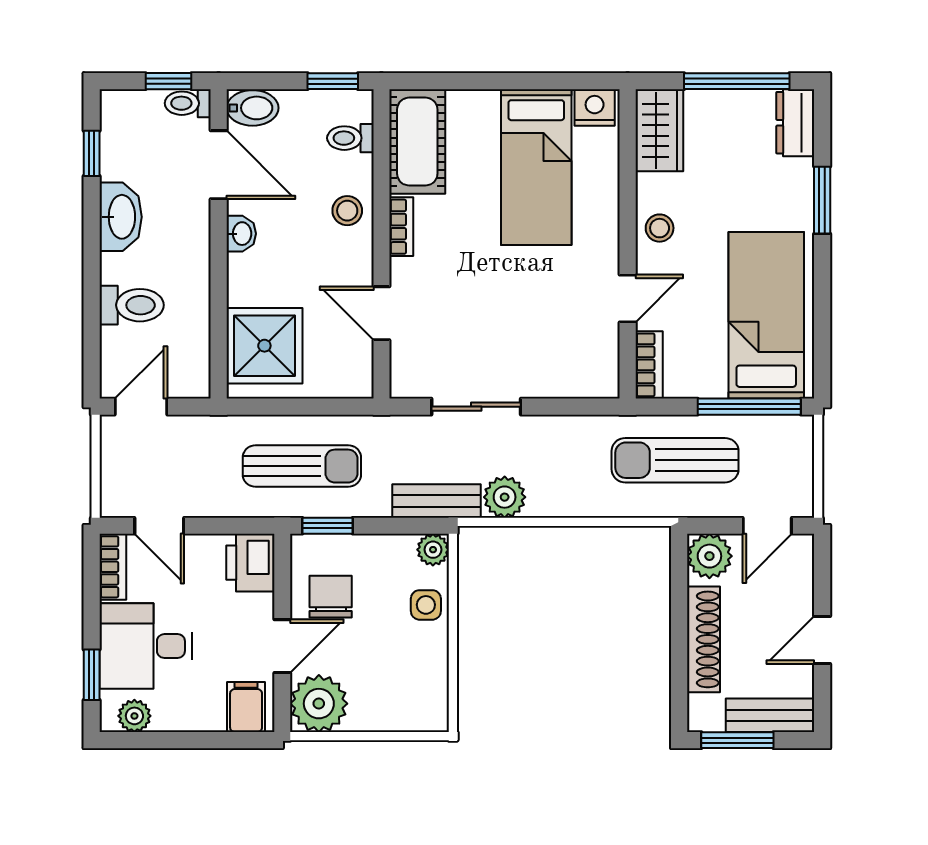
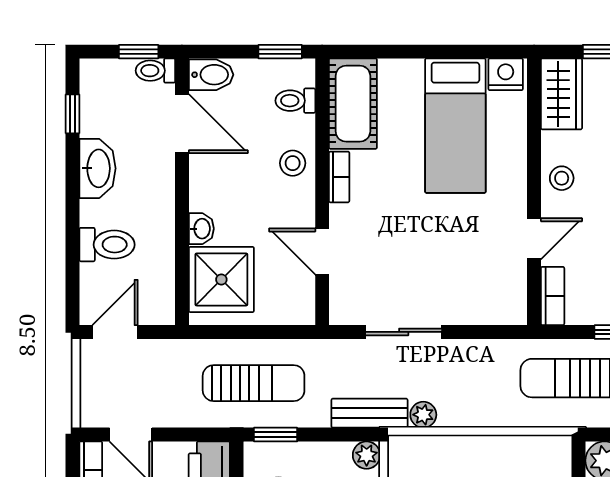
washbasin: (241, 234) -> (201, 229), moved
plant: (505, 497) -> (423, 415), width x0.73, depth x0.73

